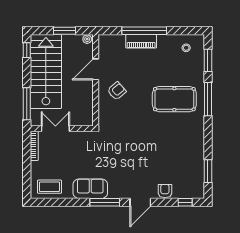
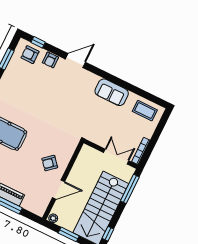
double door: (55, 129) -> (116, 157), swing flipped
armchair: (187, 186) -> (30, 55), added
window: (105, 202) -> (105, 75), removed

